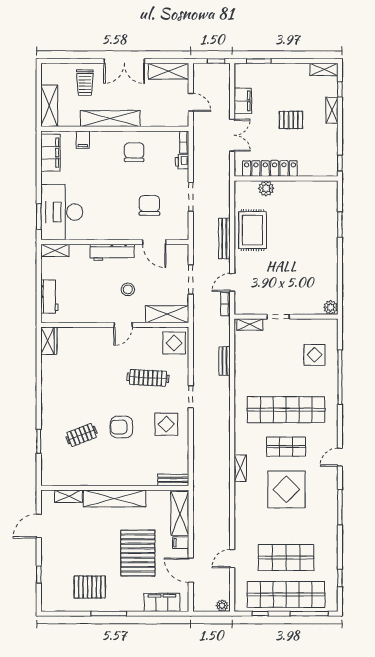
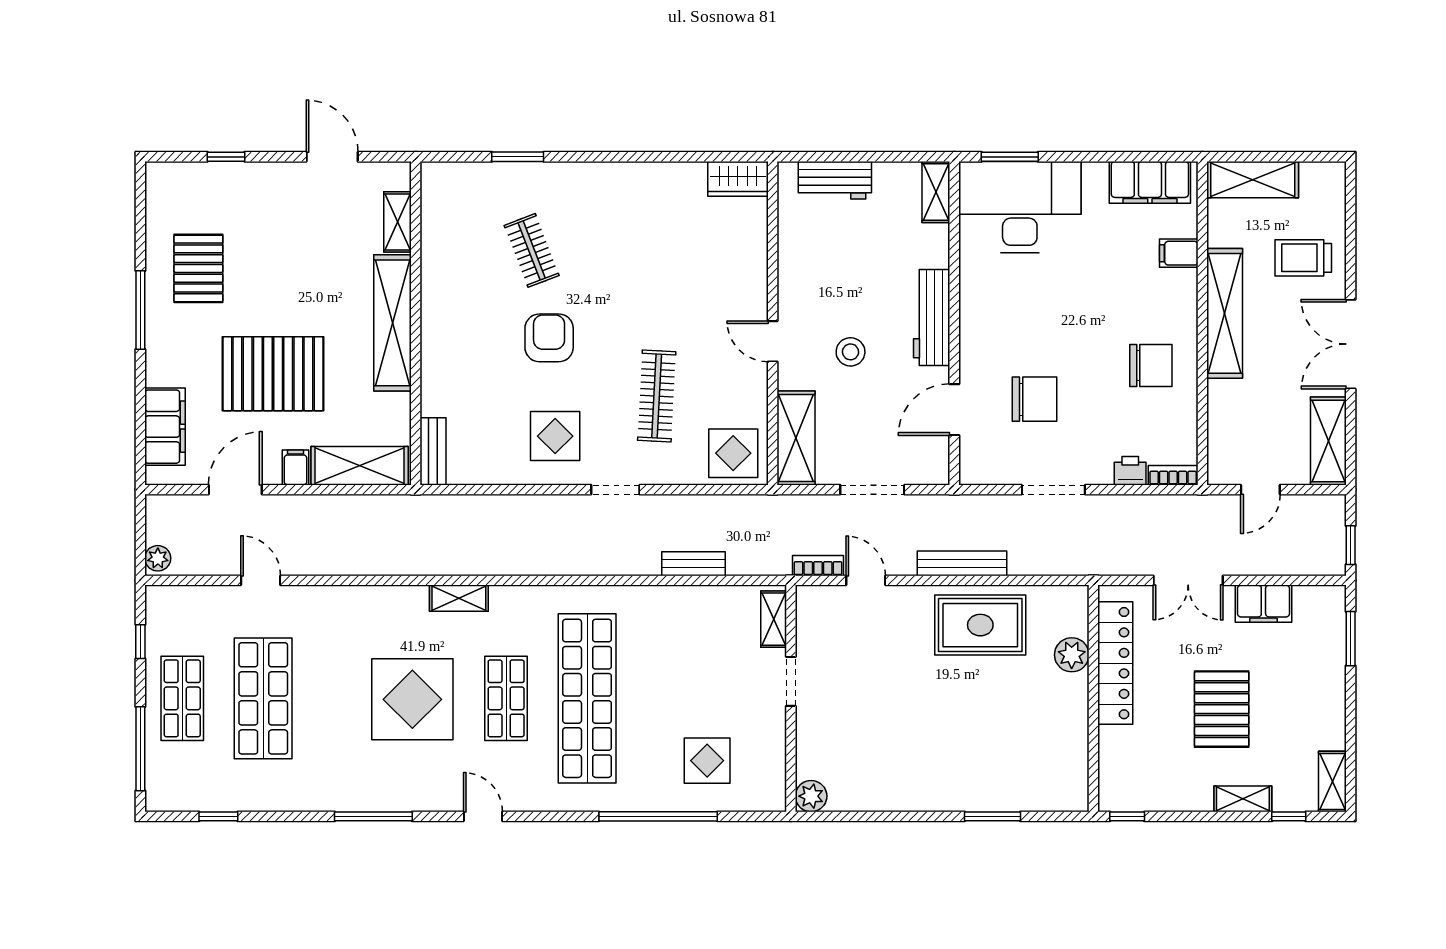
pallet: (291, 120) -> (1222, 709), width x1.50, depth x1.42
shop shelf: (286, 594) -> (182, 698), width x0.50, depth x0.74

